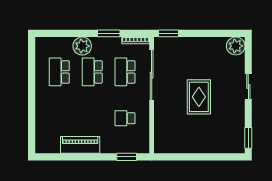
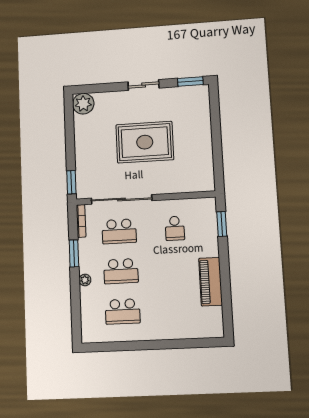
plant: (82, 46) -> (85, 280), width x0.53, depth x0.53
sliding door: (248, 86) -> (144, 85), moved
rug: (199, 97) -> (145, 142), width x1.37, depth x1.44

